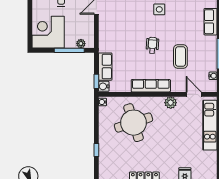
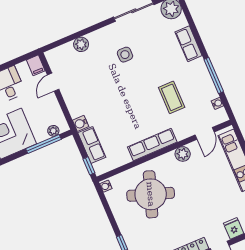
wheelchair: (152, 45) -> (135, 98), removed
water cooler: (104, 86) -> (81, 123), moved
door: (194, 94) -> (205, 133), swing flipped
round table: (134, 123) -> (151, 194), turned 37

